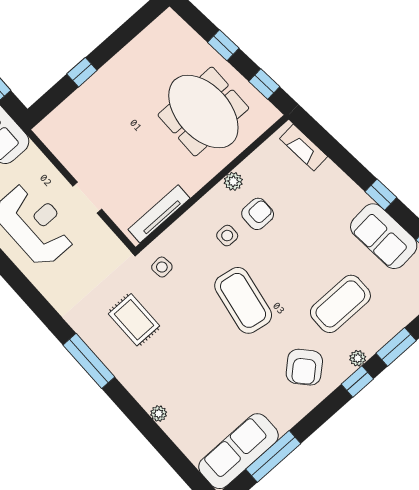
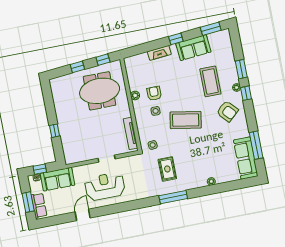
fireplace: (304, 148) -> (159, 53), moved
rug: (134, 320) -> (167, 169), turned 90

